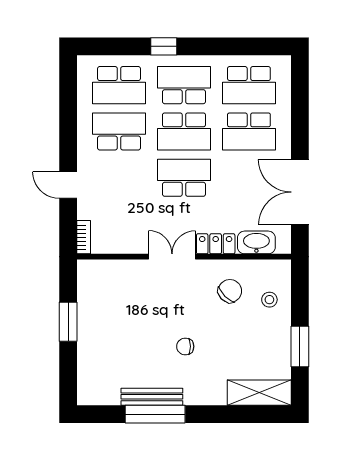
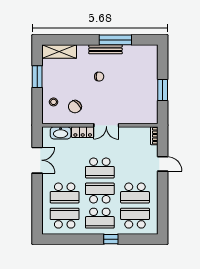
school desk: (249, 131) -> (65, 193), turned 180
double door: (300, 192) -> (37, 160), width x0.73
bench: (152, 397) -> (105, 49), moved

